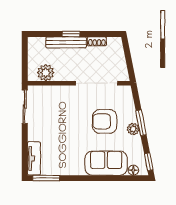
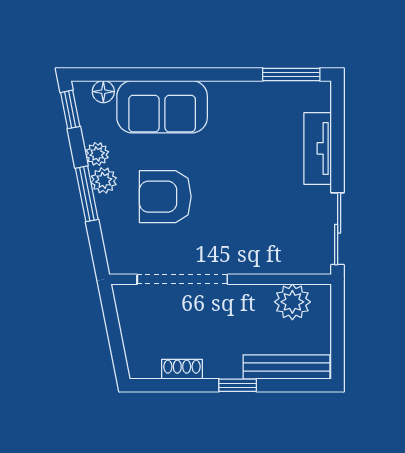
bench: (66, 42) -> (286, 367), moved
armchair: (105, 121) -> (165, 197), turned 180
plant: (136, 141) -> (97, 154), added
tv unit: (34, 158) -> (318, 148), moved

